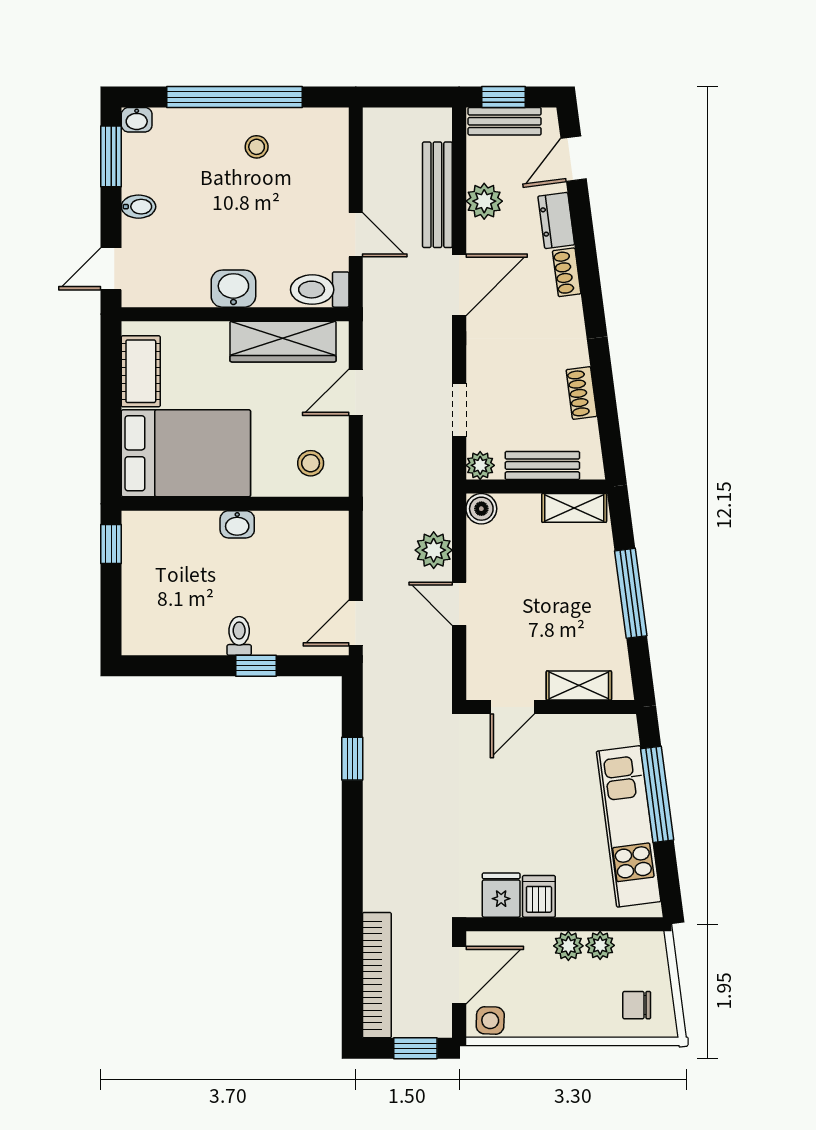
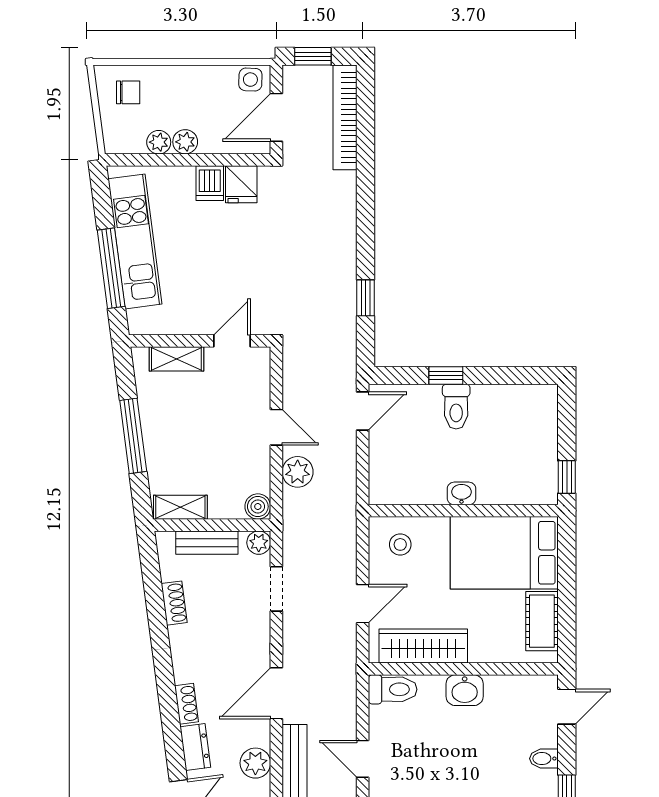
door: (356, 235) -> (363, 759), moved
toilet: (239, 636) -> (456, 407), width x1.37, depth x1.39

